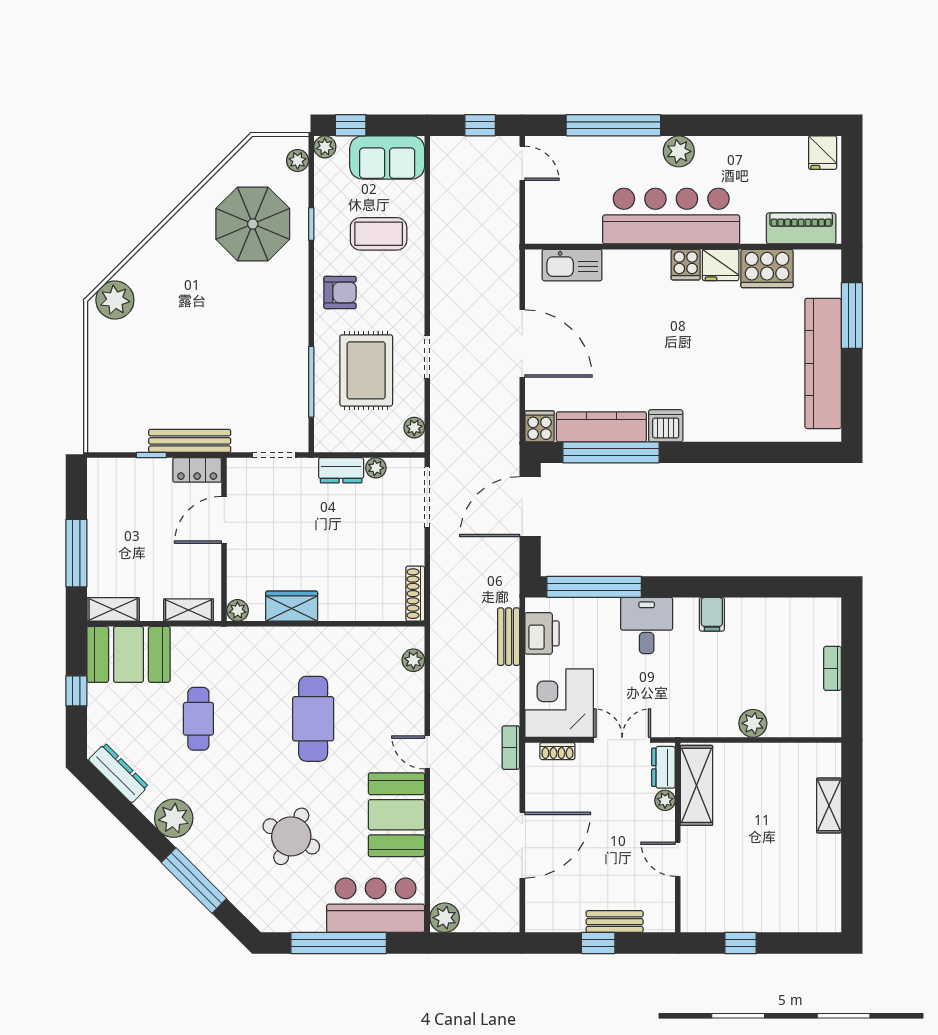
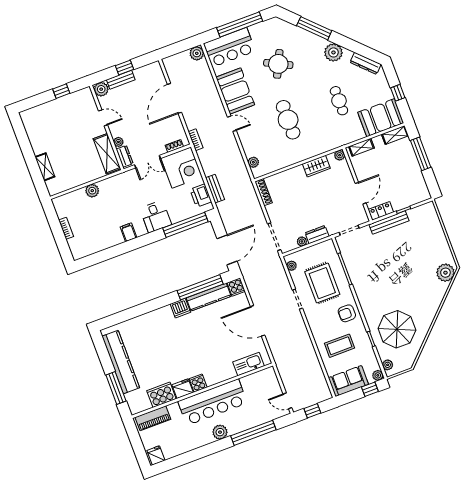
plant: (660, 917) -> (101, 89), added

